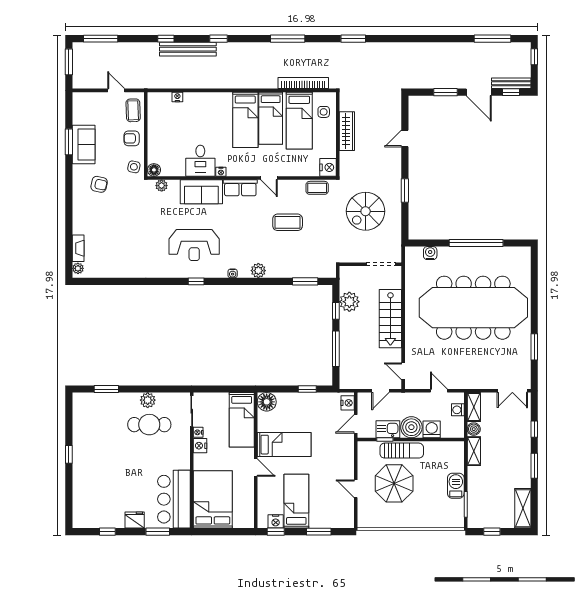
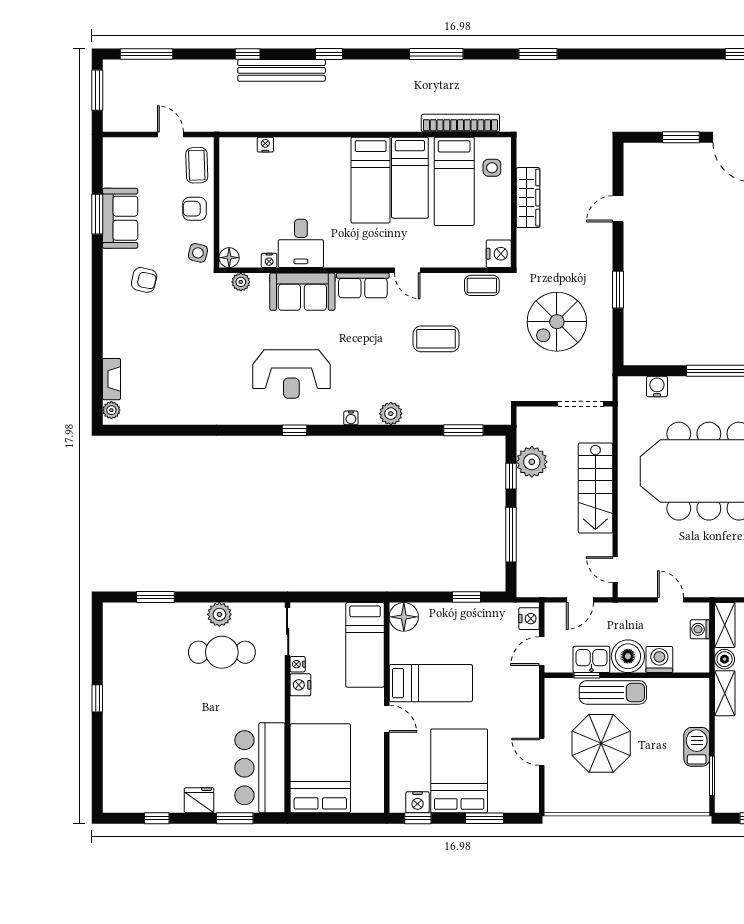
nightstand: (221, 172) -> (269, 260), moved
bed: (296, 501) -> (459, 771), width x1.50

